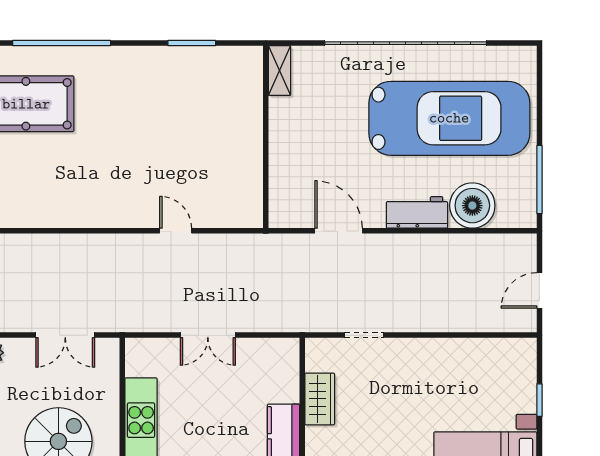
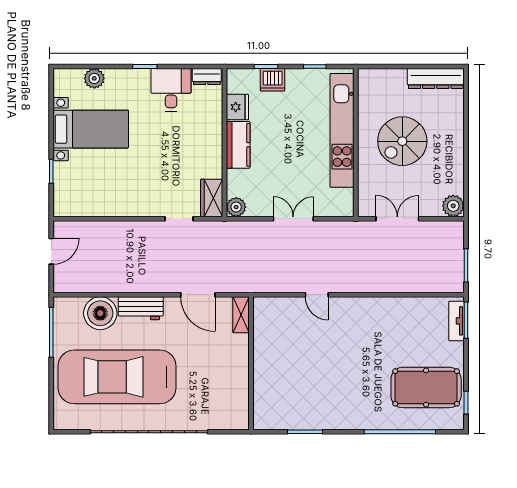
shelving: (279, 71) -> (241, 315), moved
plant: (286, 351) -> (236, 207), added
wardrobe: (320, 399) -> (212, 198), moved

